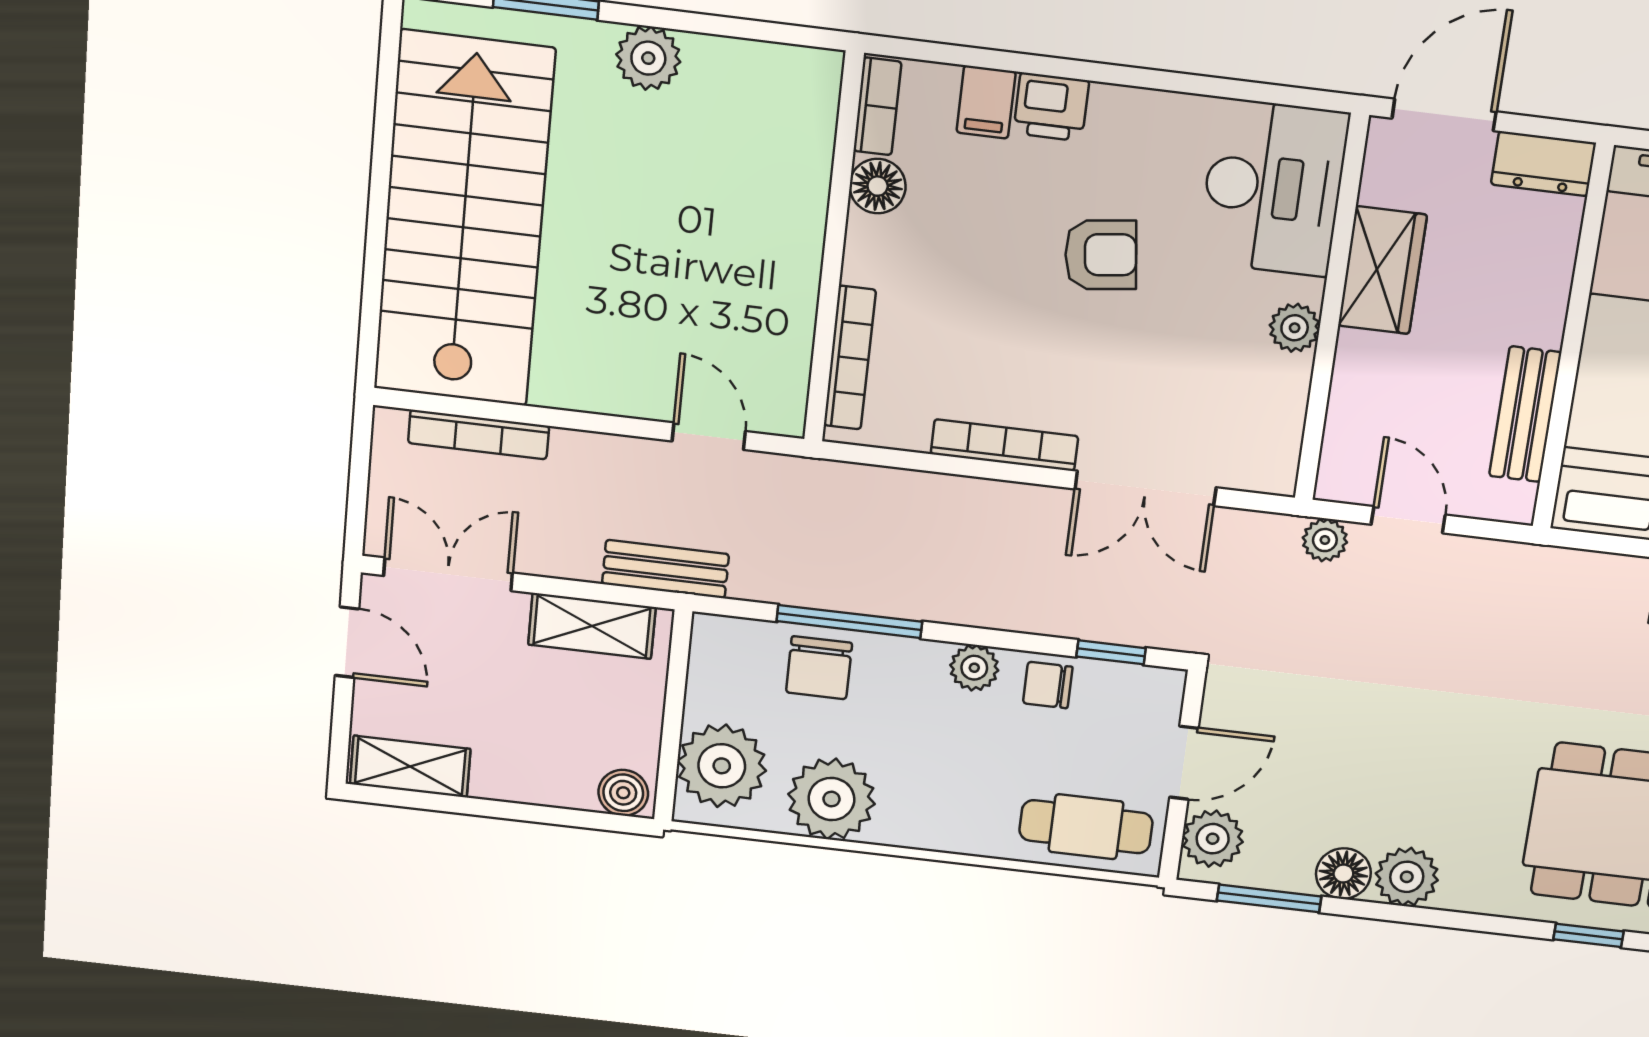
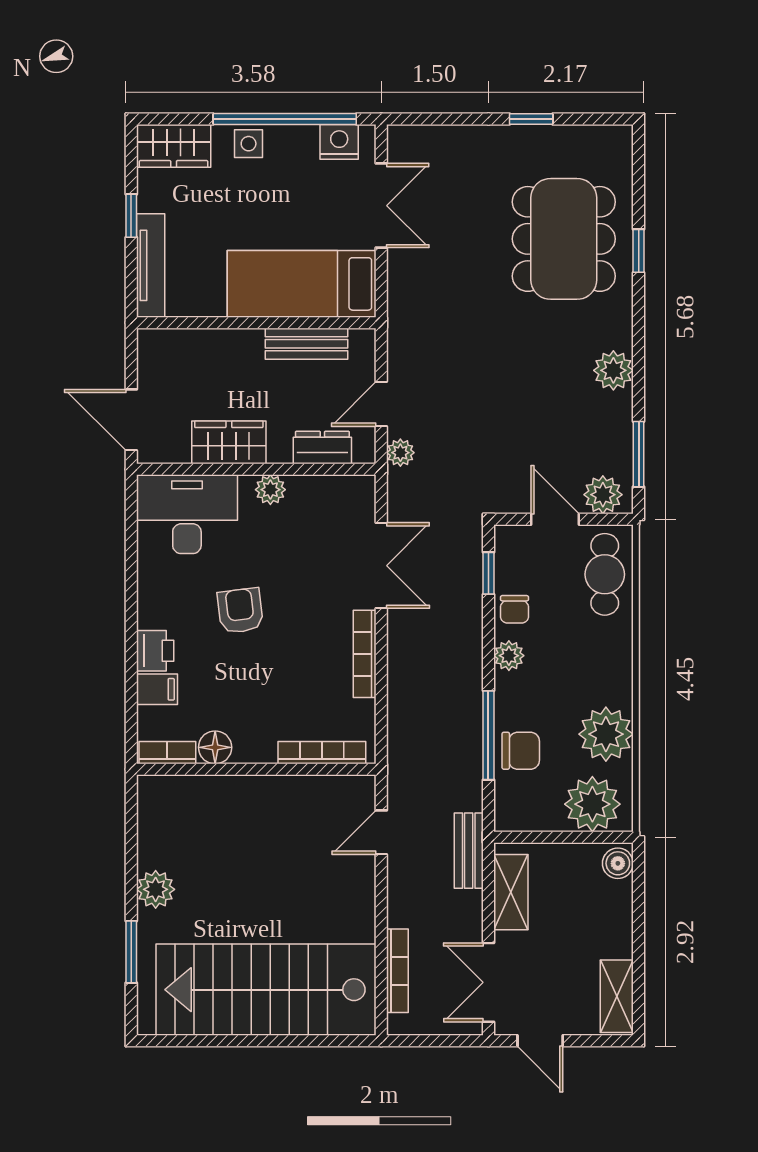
dresser: (1543, 164) -> (322, 447), moved, turned -90
door: (347, 642) -> (540, 1041), swing flipped
floor lamp: (1343, 874) -> (616, 410), removed

